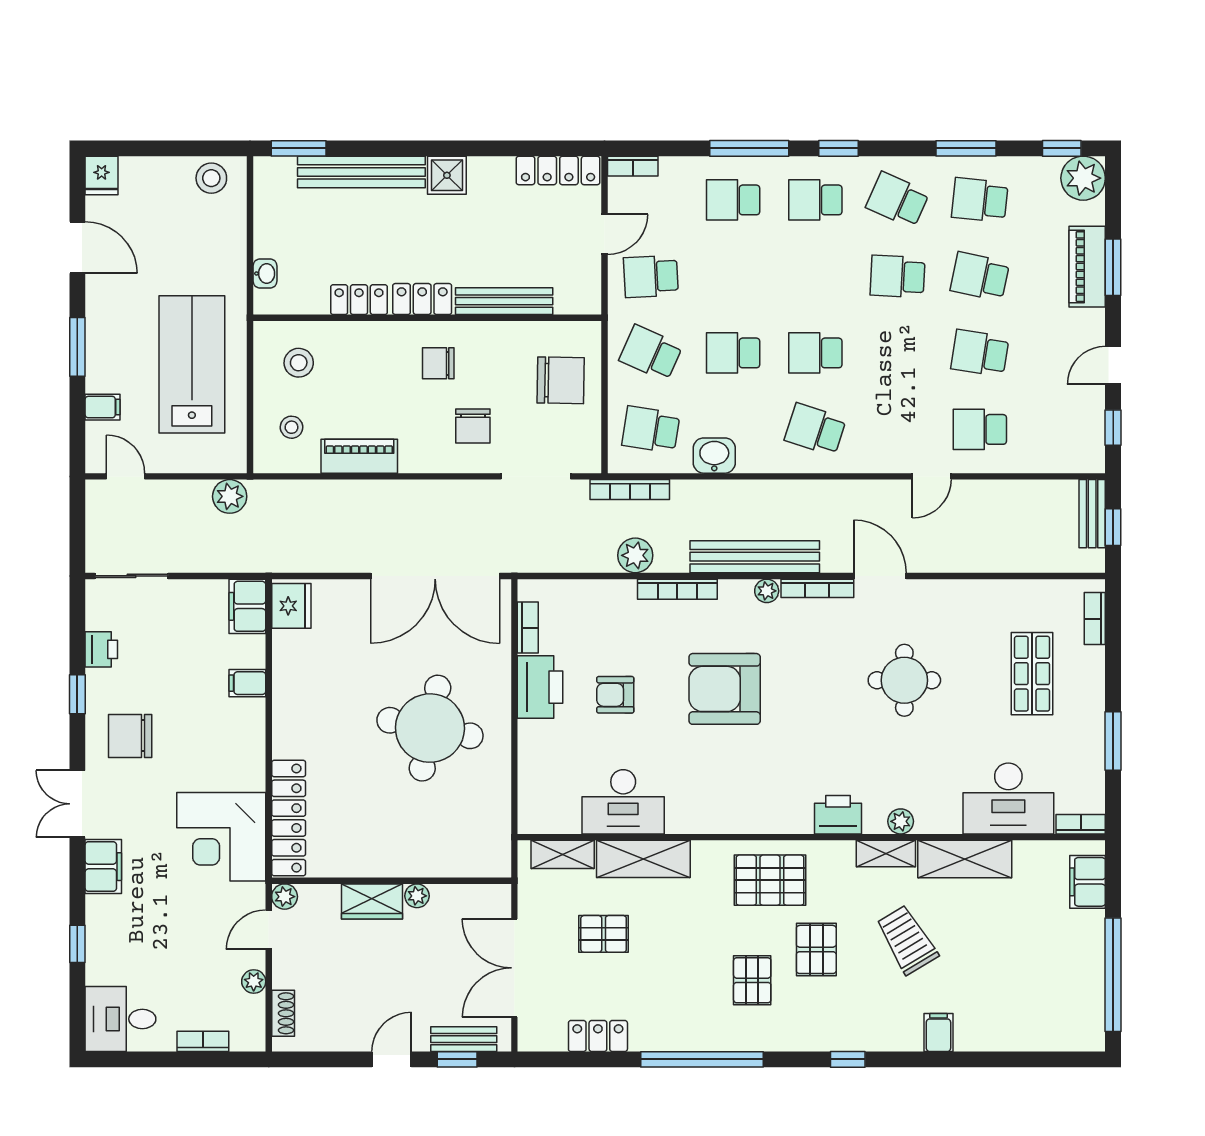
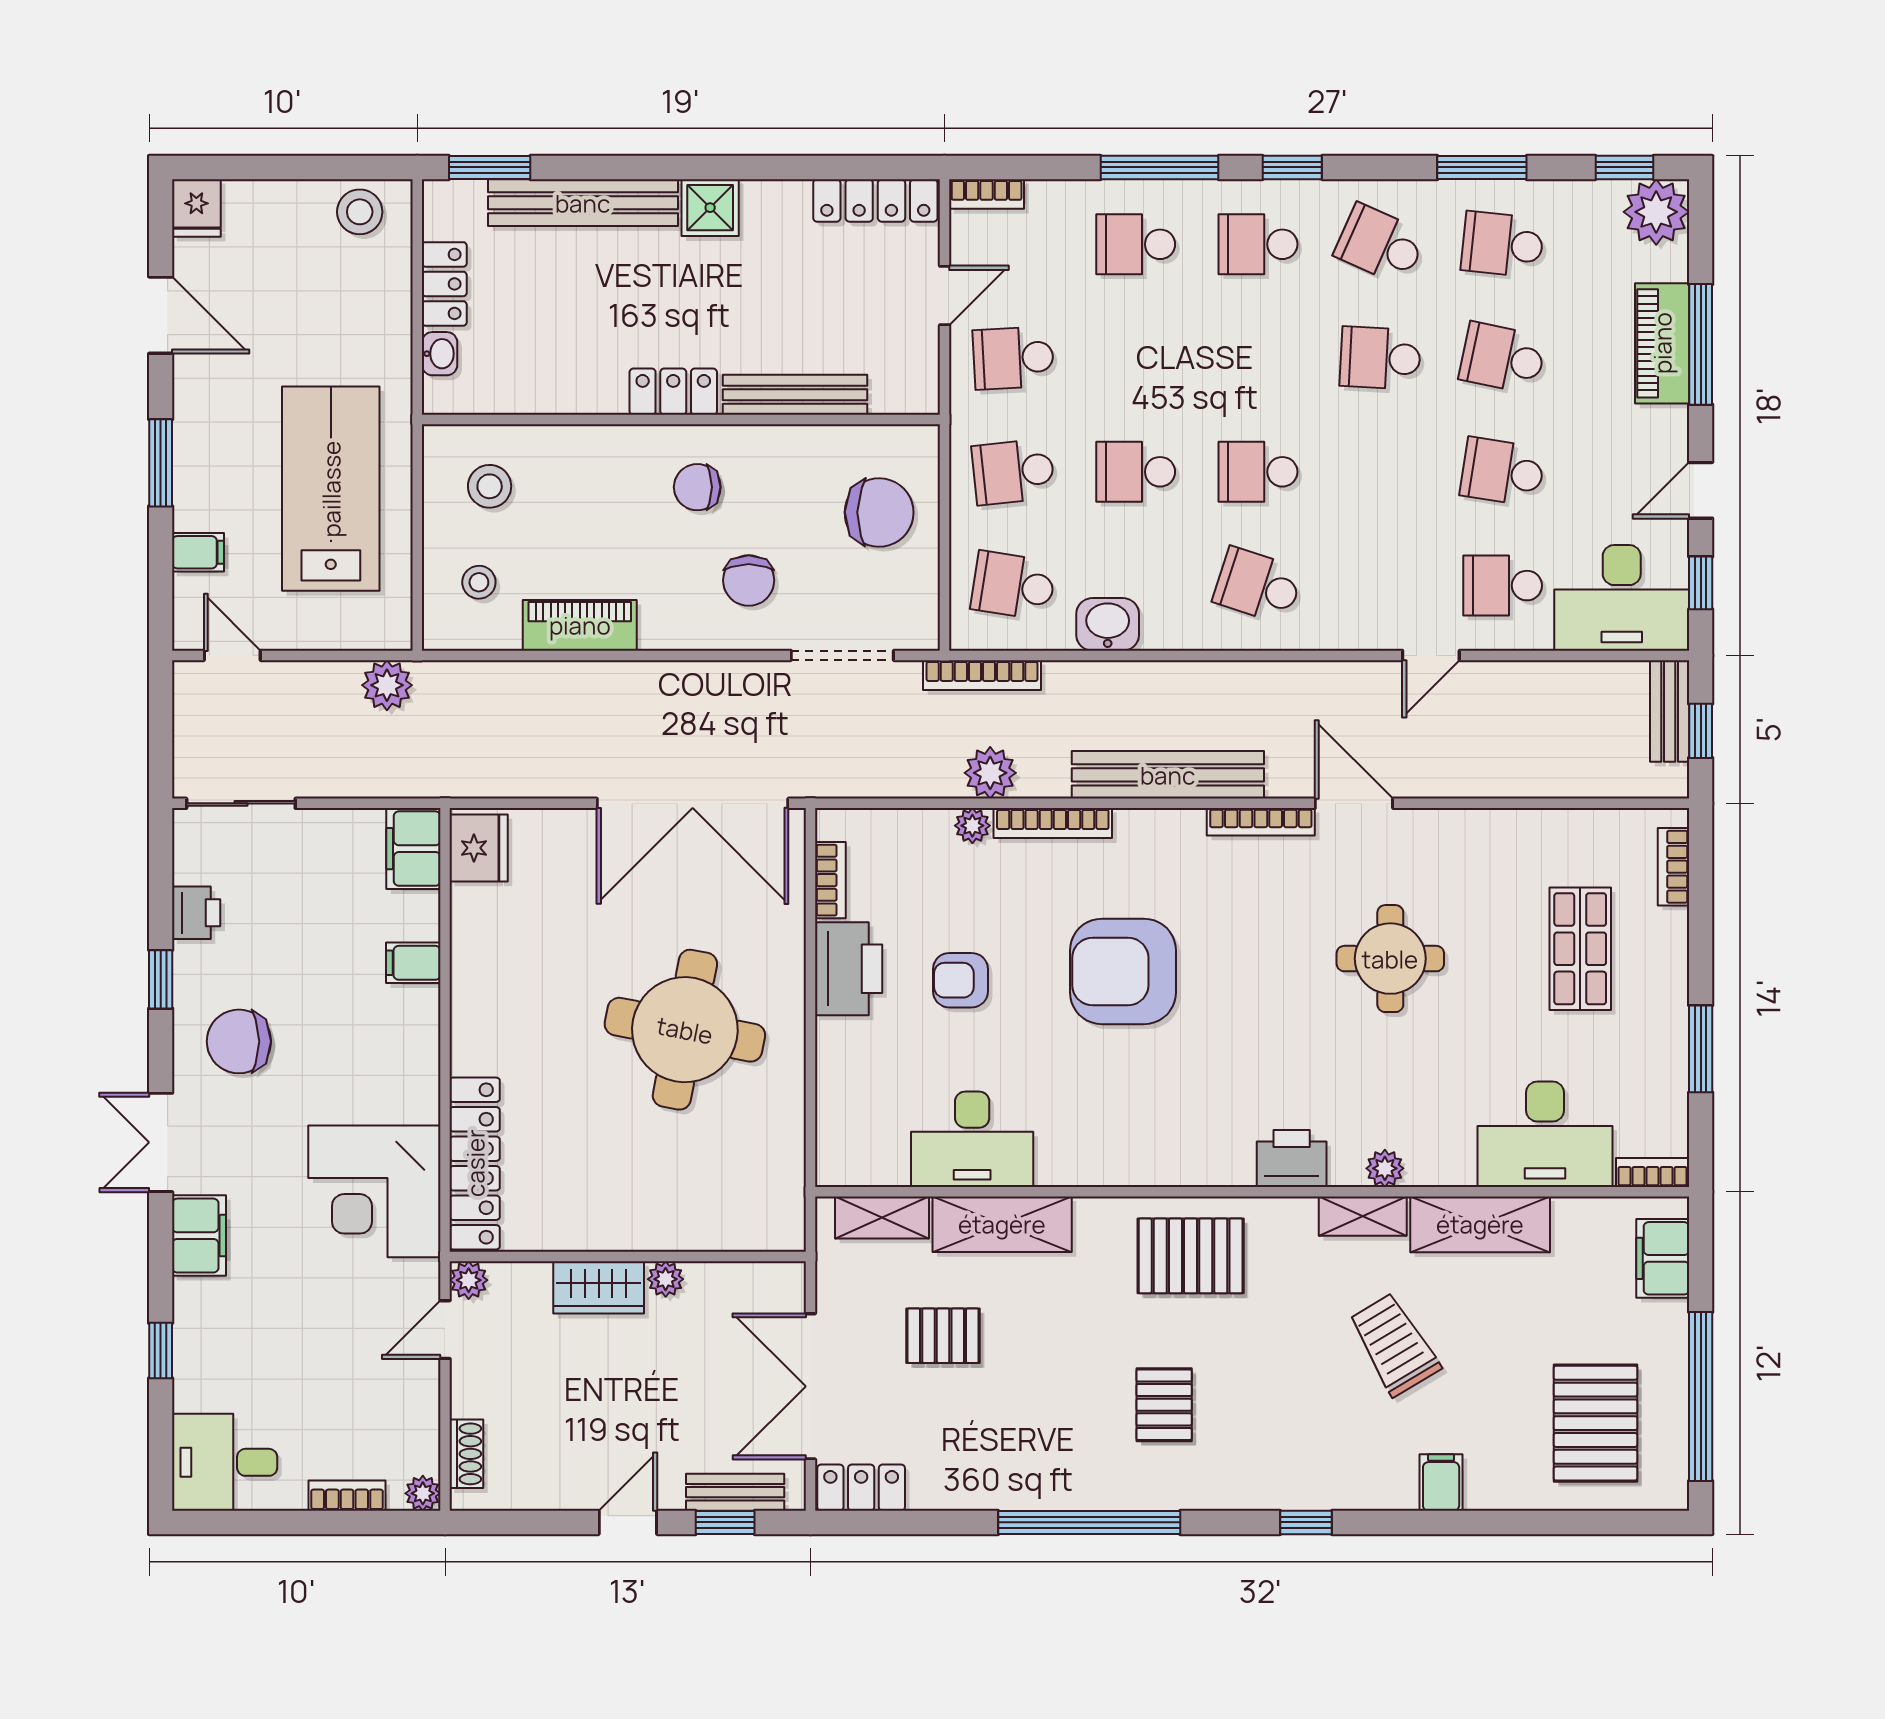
window: (1113, 267) -> (1701, 344), width x1.44
locker: (359, 300) -> (444, 284), moved, turned 90
school desk: (651, 353) -> (1013, 472), turned -30
desk: (1060, 438) -> (1622, 598), added
plant: (767, 591) -> (972, 826), moved
pallet: (816, 949) -> (1595, 1423), moved, width x1.50, depth x1.42
plant: (254, 982) -> (423, 1493), moved
locker: (598, 1036) -> (861, 1488), moved

